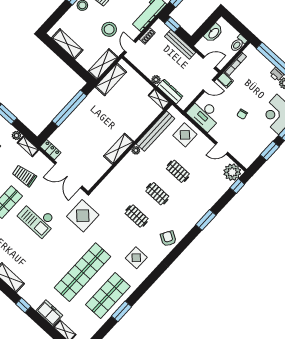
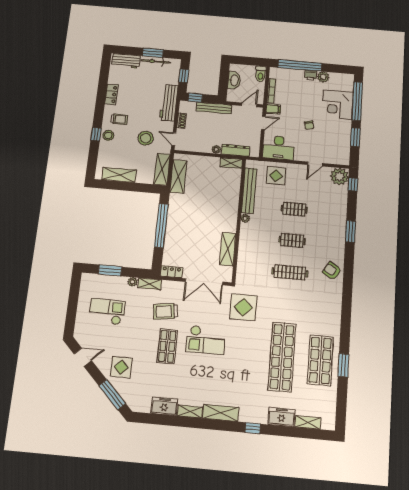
shelving: (119, 149) -> (228, 249), moved
clothes rail: (137, 216) -> (290, 272), width x1.36
display table: (136, 258) -> (318, 308), removed

